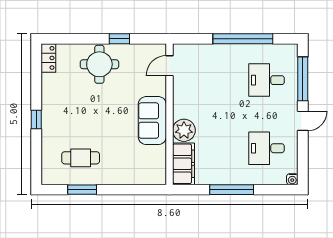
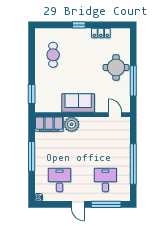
window: (119, 39) -> (133, 81), width x2.17
locker: (48, 58) -> (101, 33), moved
window: (82, 190) -> (32, 94), moved

